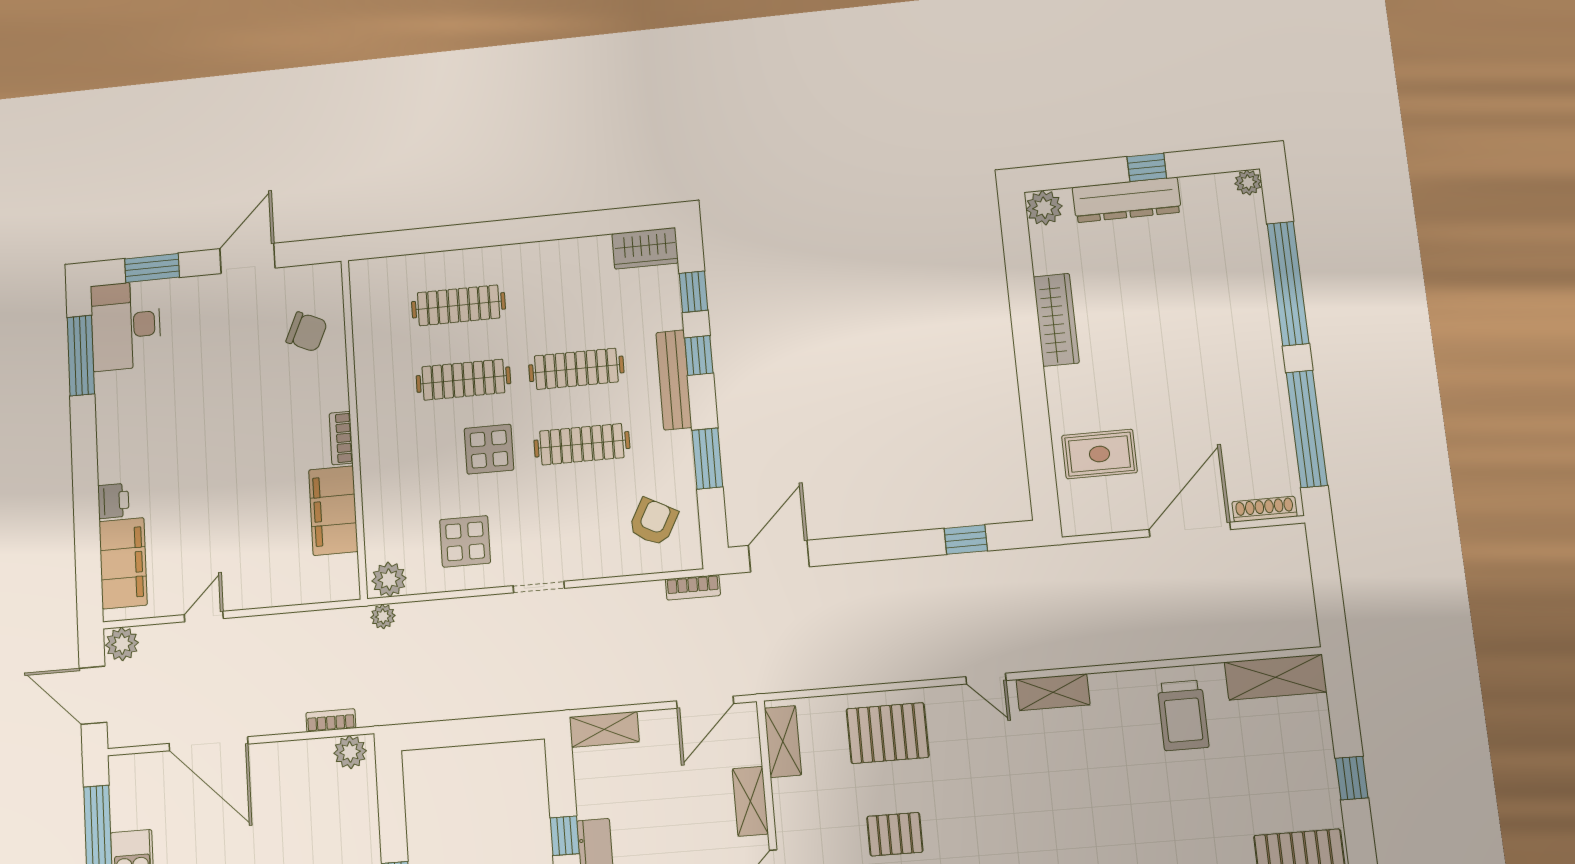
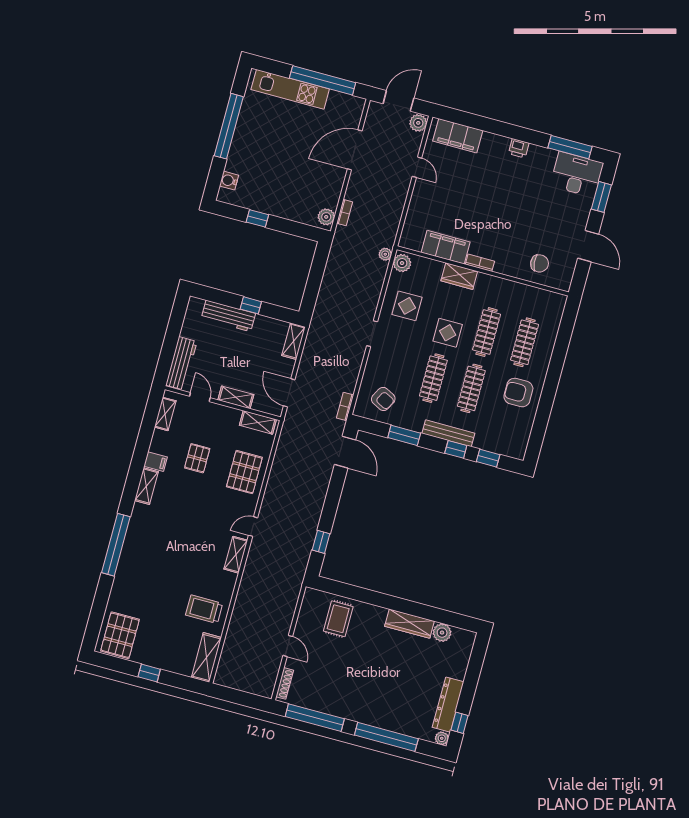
window: (1147, 167) -> (460, 723), moved
dresser: (1127, 200) -> (448, 705), moved
plant: (1044, 208) -> (442, 633), moved
wardrobe: (645, 248) -> (459, 276), moved, turned -90
armchair: (554, 282) -> (518, 393), added
chair: (307, 332) -> (540, 263), turned -120
printer: (113, 501) -> (519, 148), moved
door: (1190, 529) -> (288, 646), width x0.53

